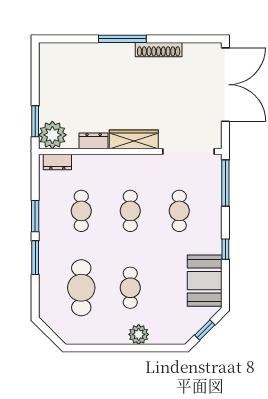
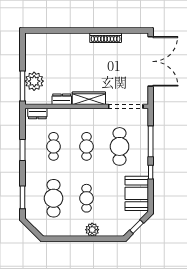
window: (122, 39) -> (81, 31), removed
window: (35, 121) -> (22, 86), width x1.44
plant: (52, 135) -> (34, 81), moved
window: (225, 183) -> (151, 141), moved
cafe table: (179, 211) -> (120, 146), width x1.37, depth x1.35
window: (35, 258) -> (22, 197), moved

